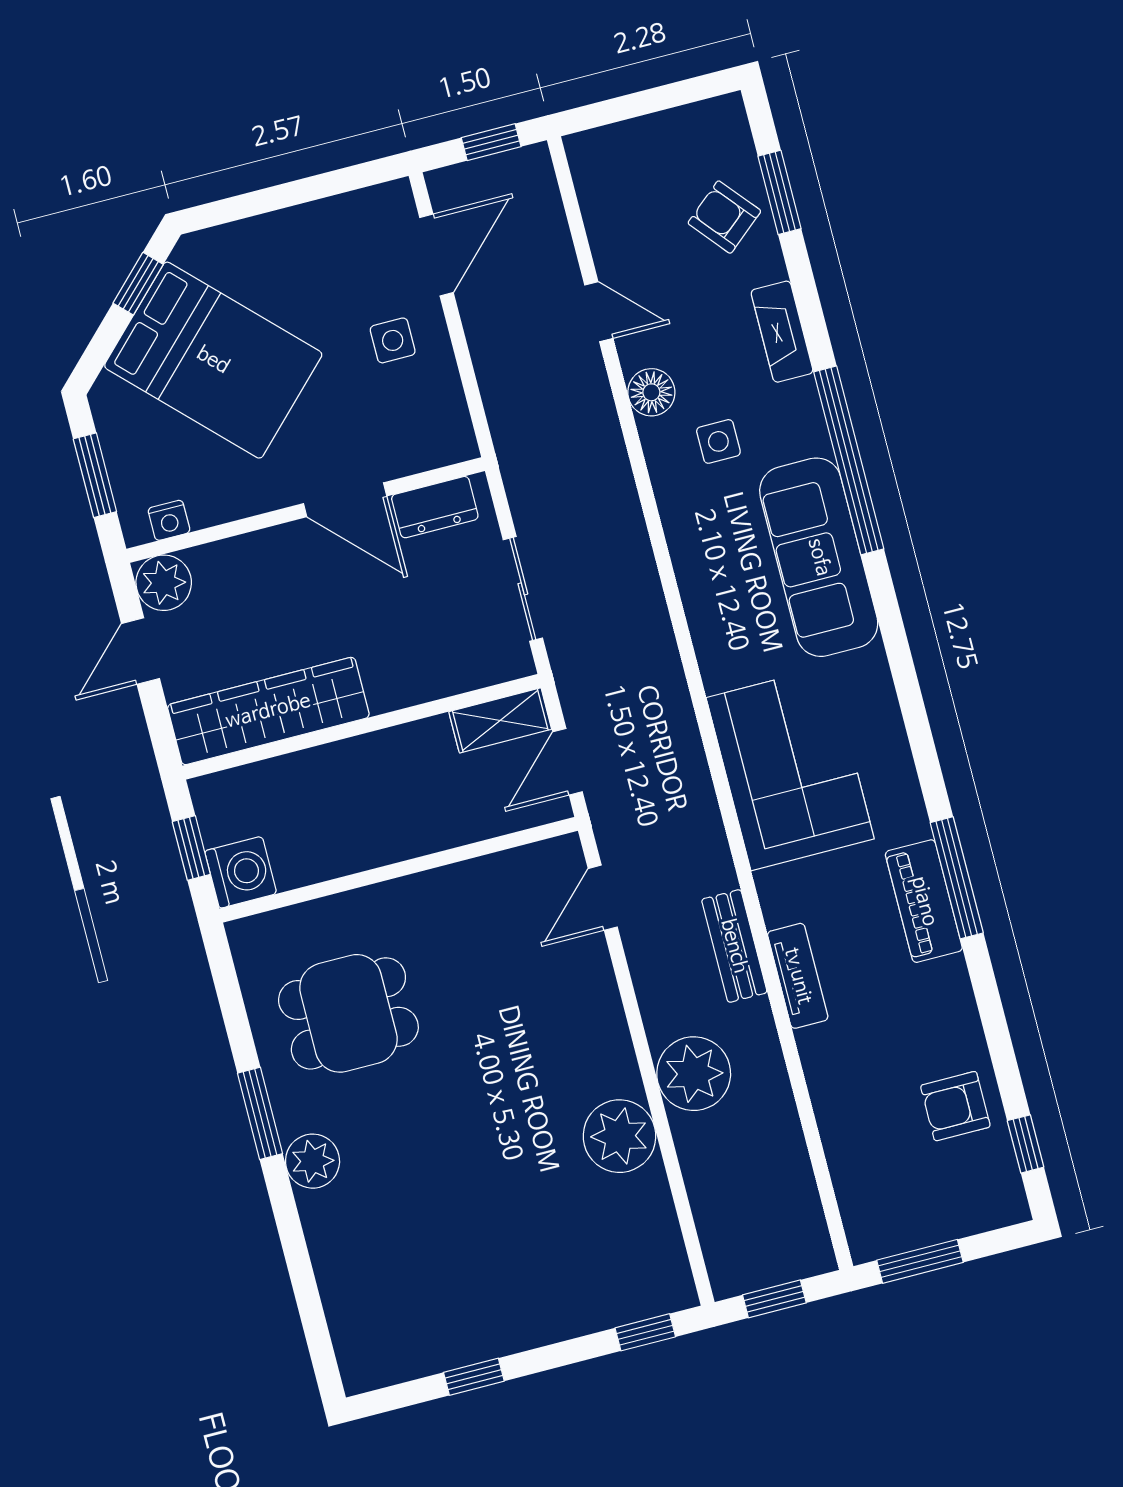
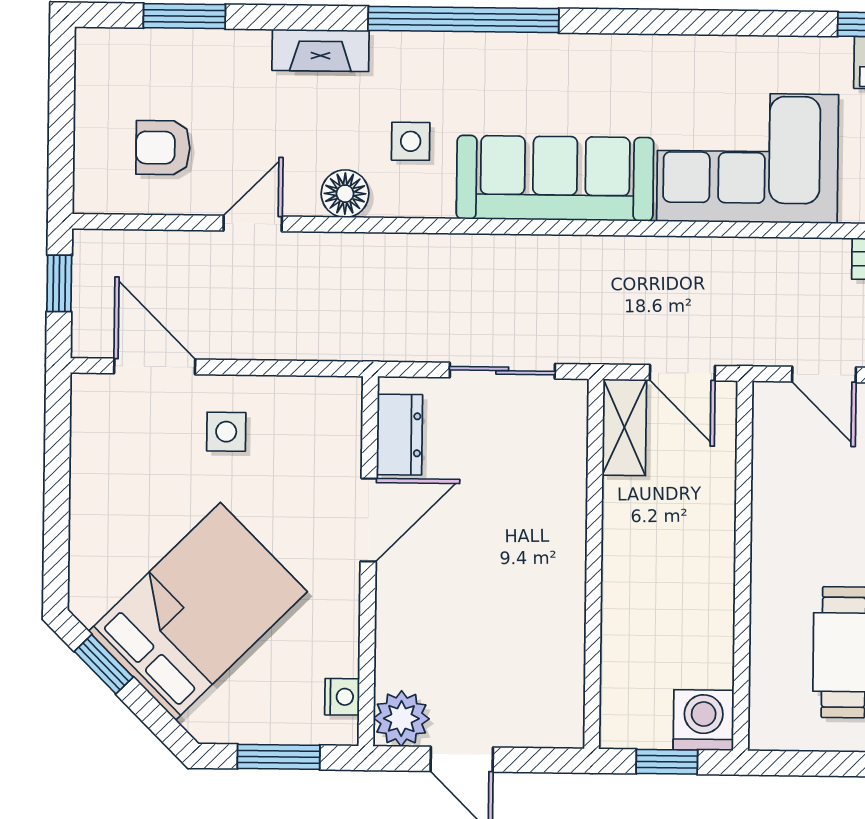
armchair: (724, 217) -> (163, 148), moved, turned 40
sofa: (819, 557) -> (555, 178), moved, turned 180
wardrobe: (268, 711) -> (554, 651), removed

